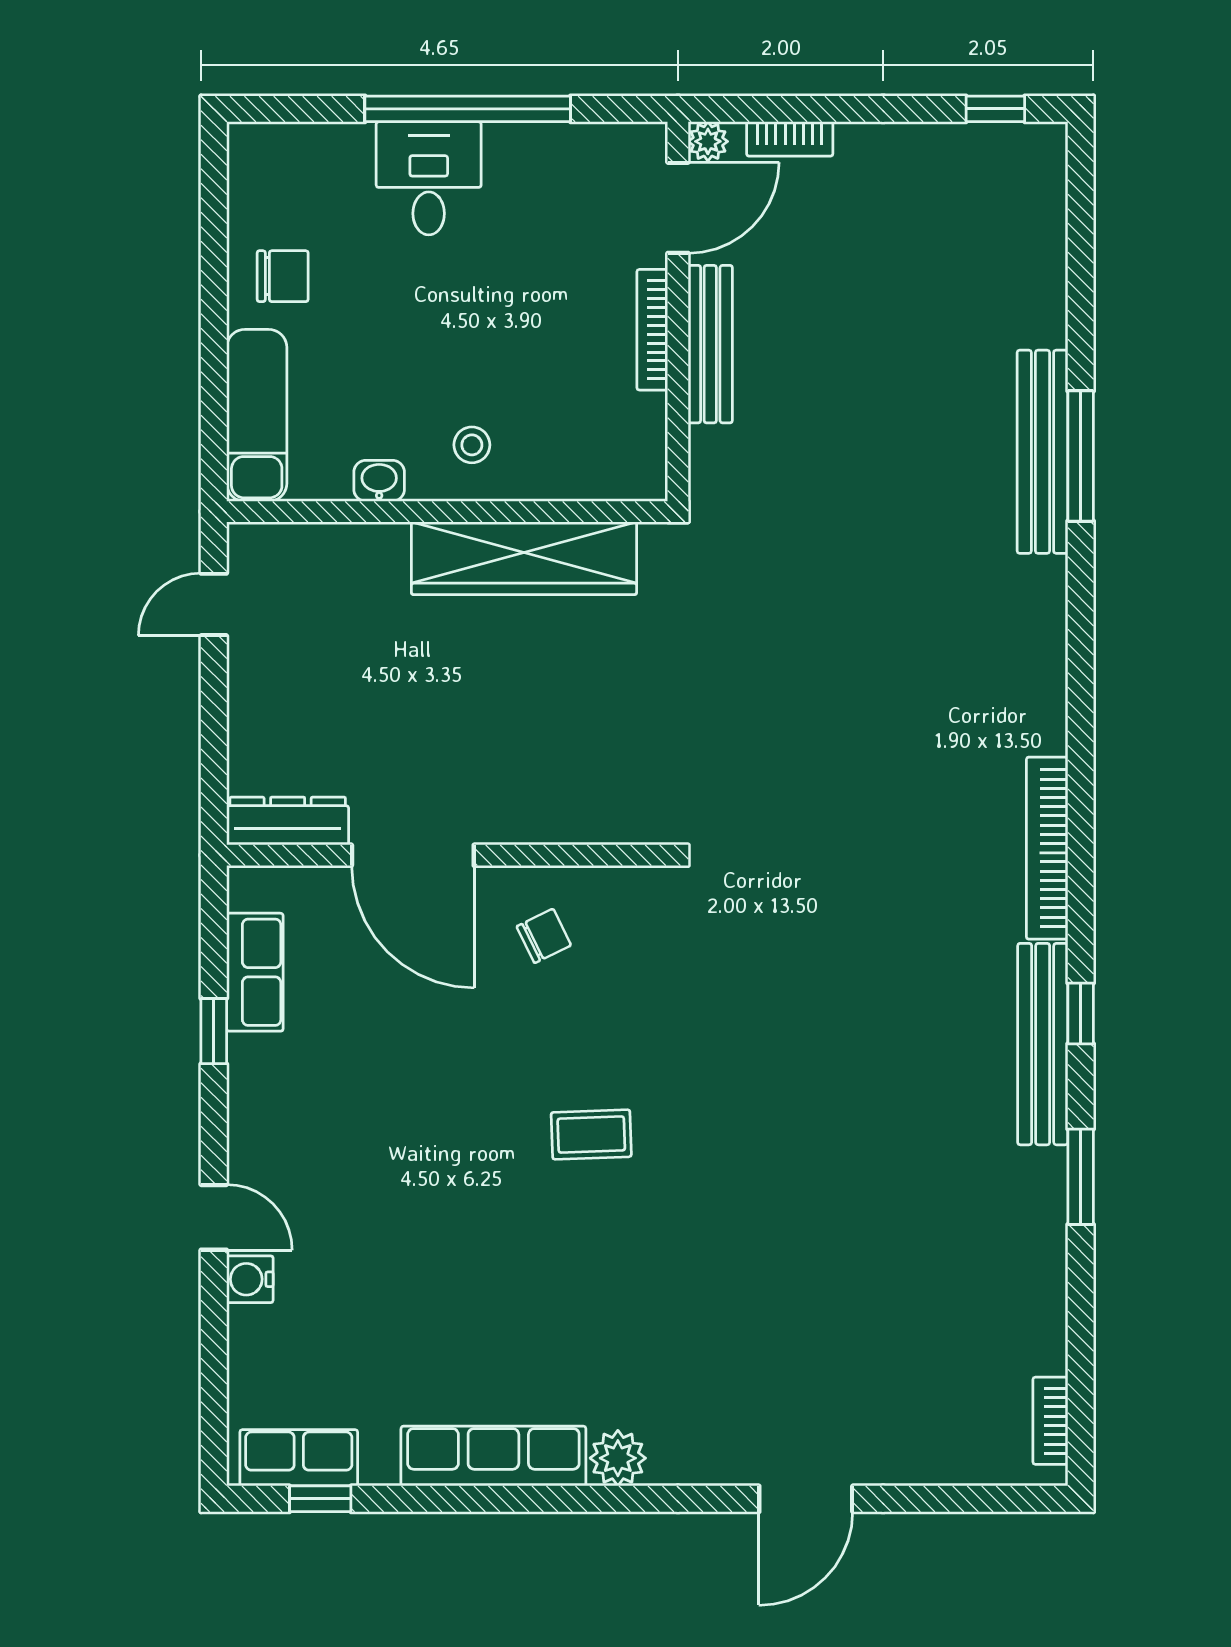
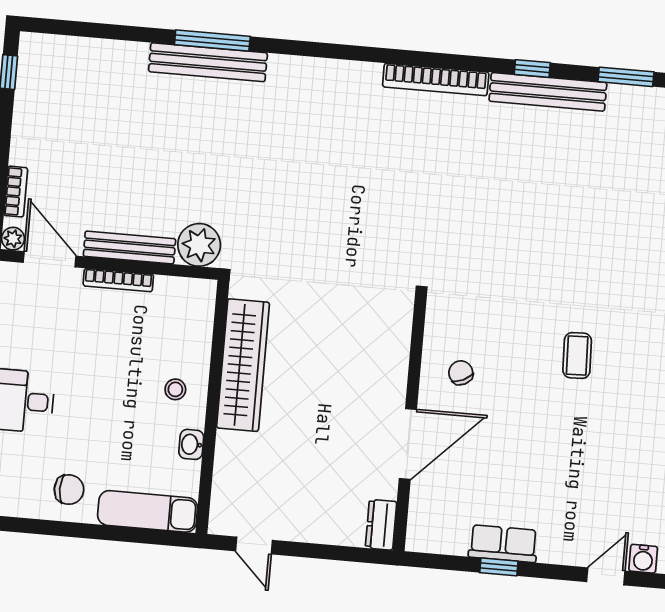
chair: (283, 276) -> (69, 490), turned 90
plant: (725, 464) -> (199, 245), added
dresser: (288, 821) -> (381, 525), width x0.70
row of seats: (255, 972) -> (503, 544), moved

